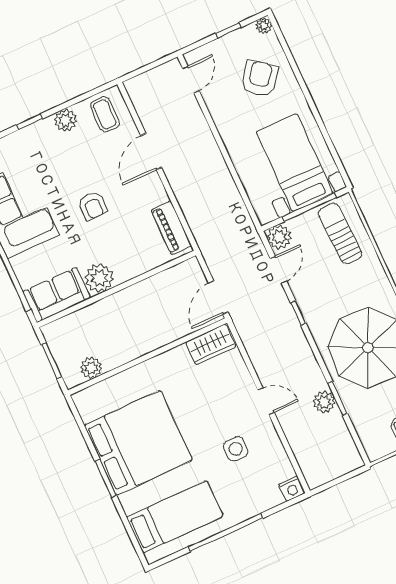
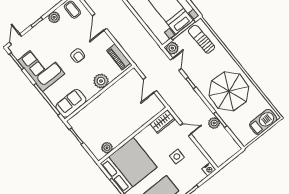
plant: (99, 278) -> (101, 81), moved
wardrobe: (211, 344) -> (162, 122), moved
wall: (148, 357) -> (133, 135), moved
plant: (91, 368) -> (107, 148), moved

